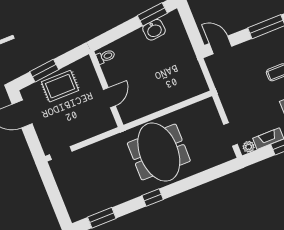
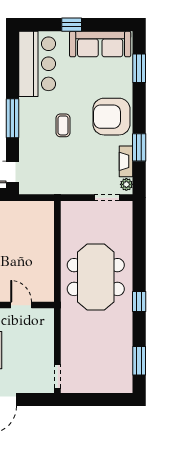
meeting table: (159, 152) -> (96, 277), turned 90

